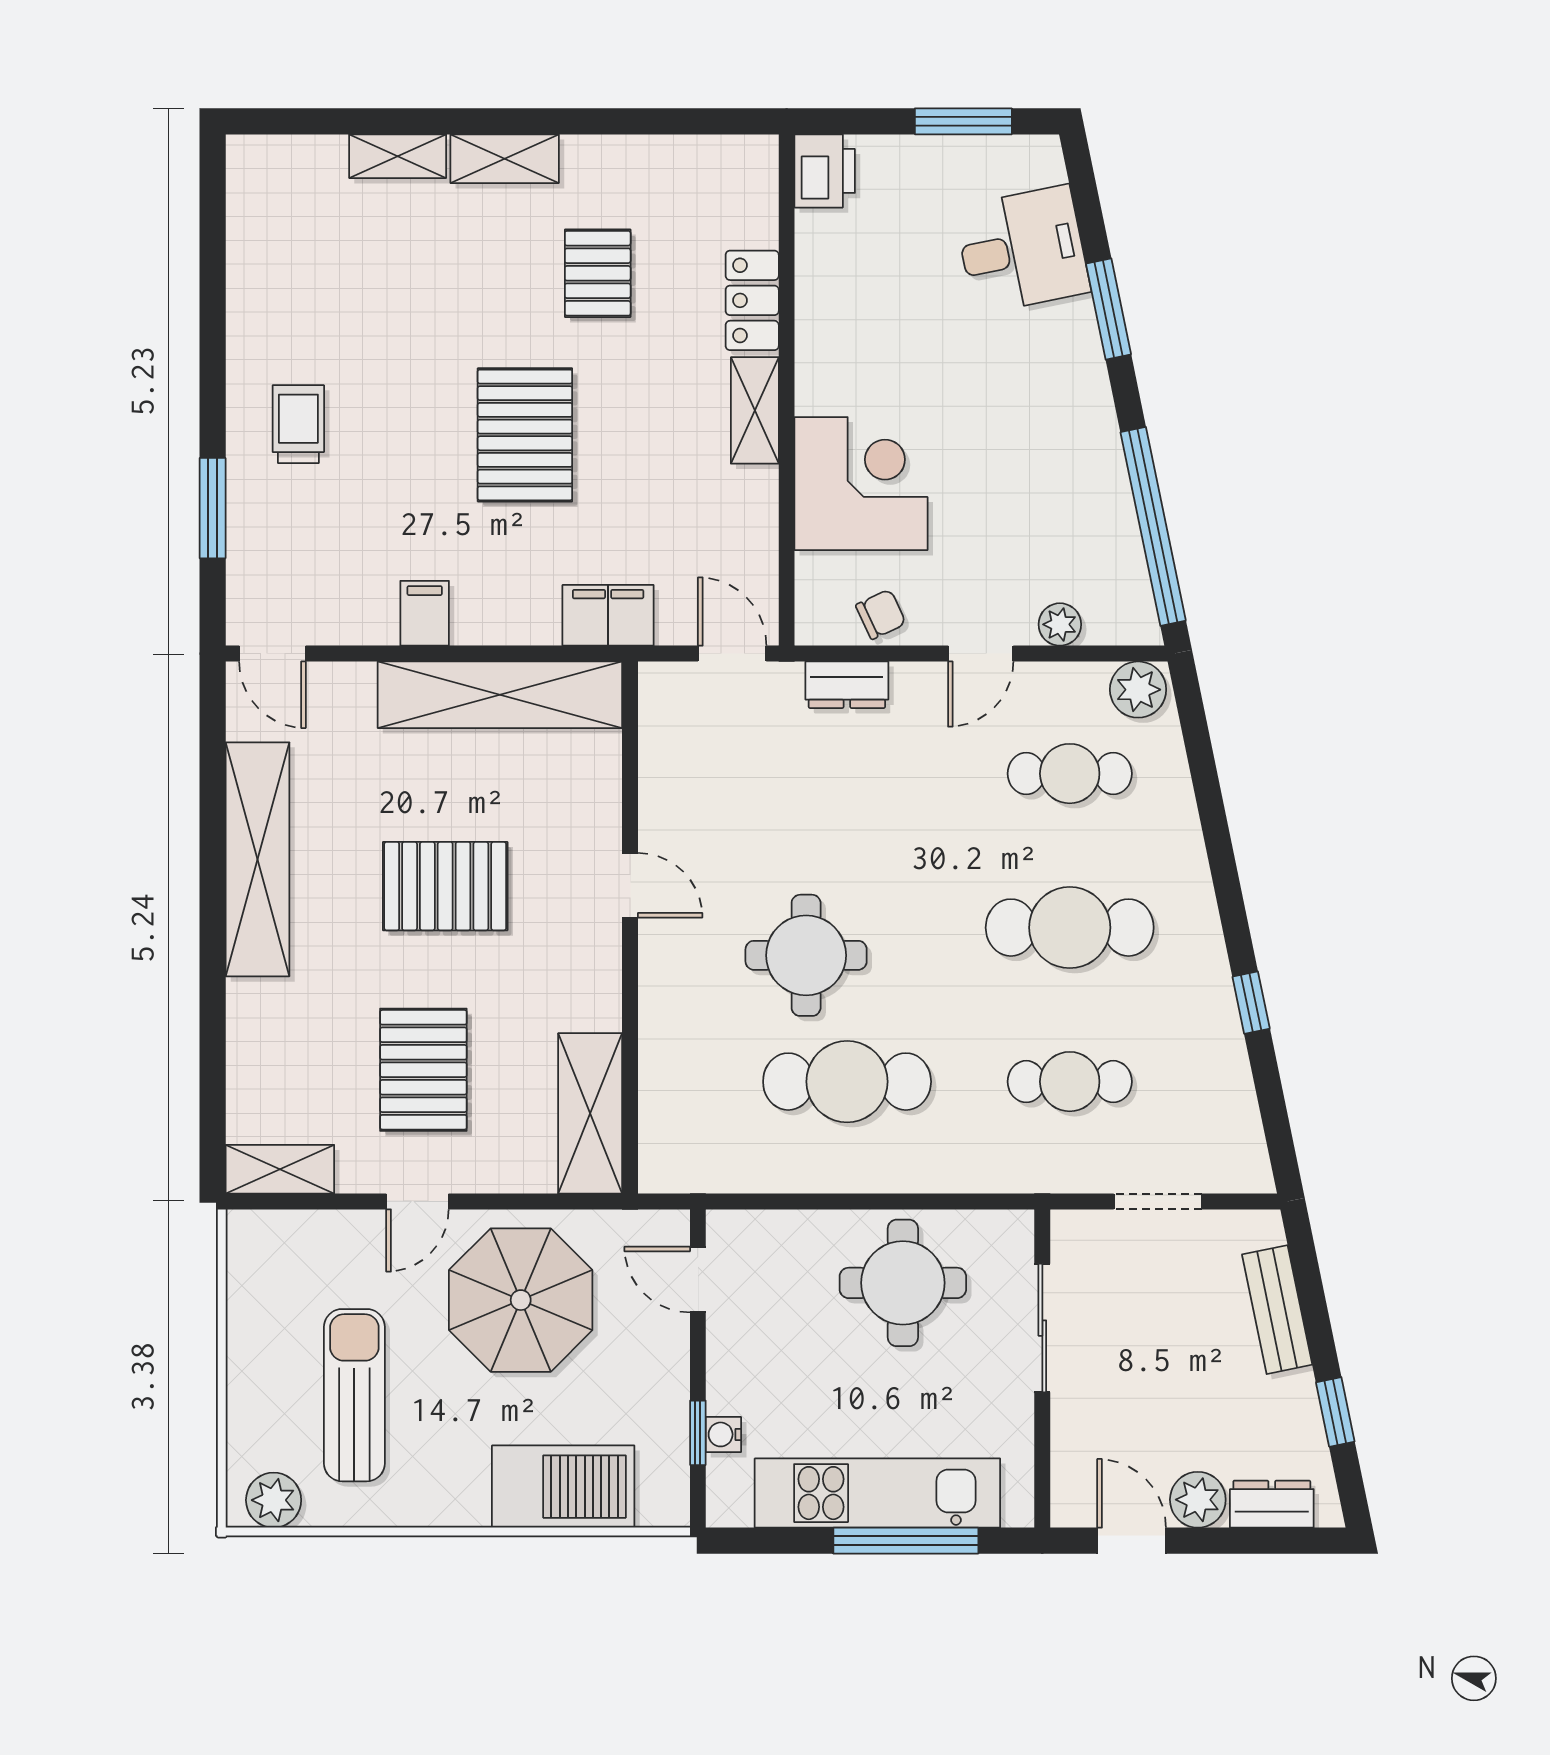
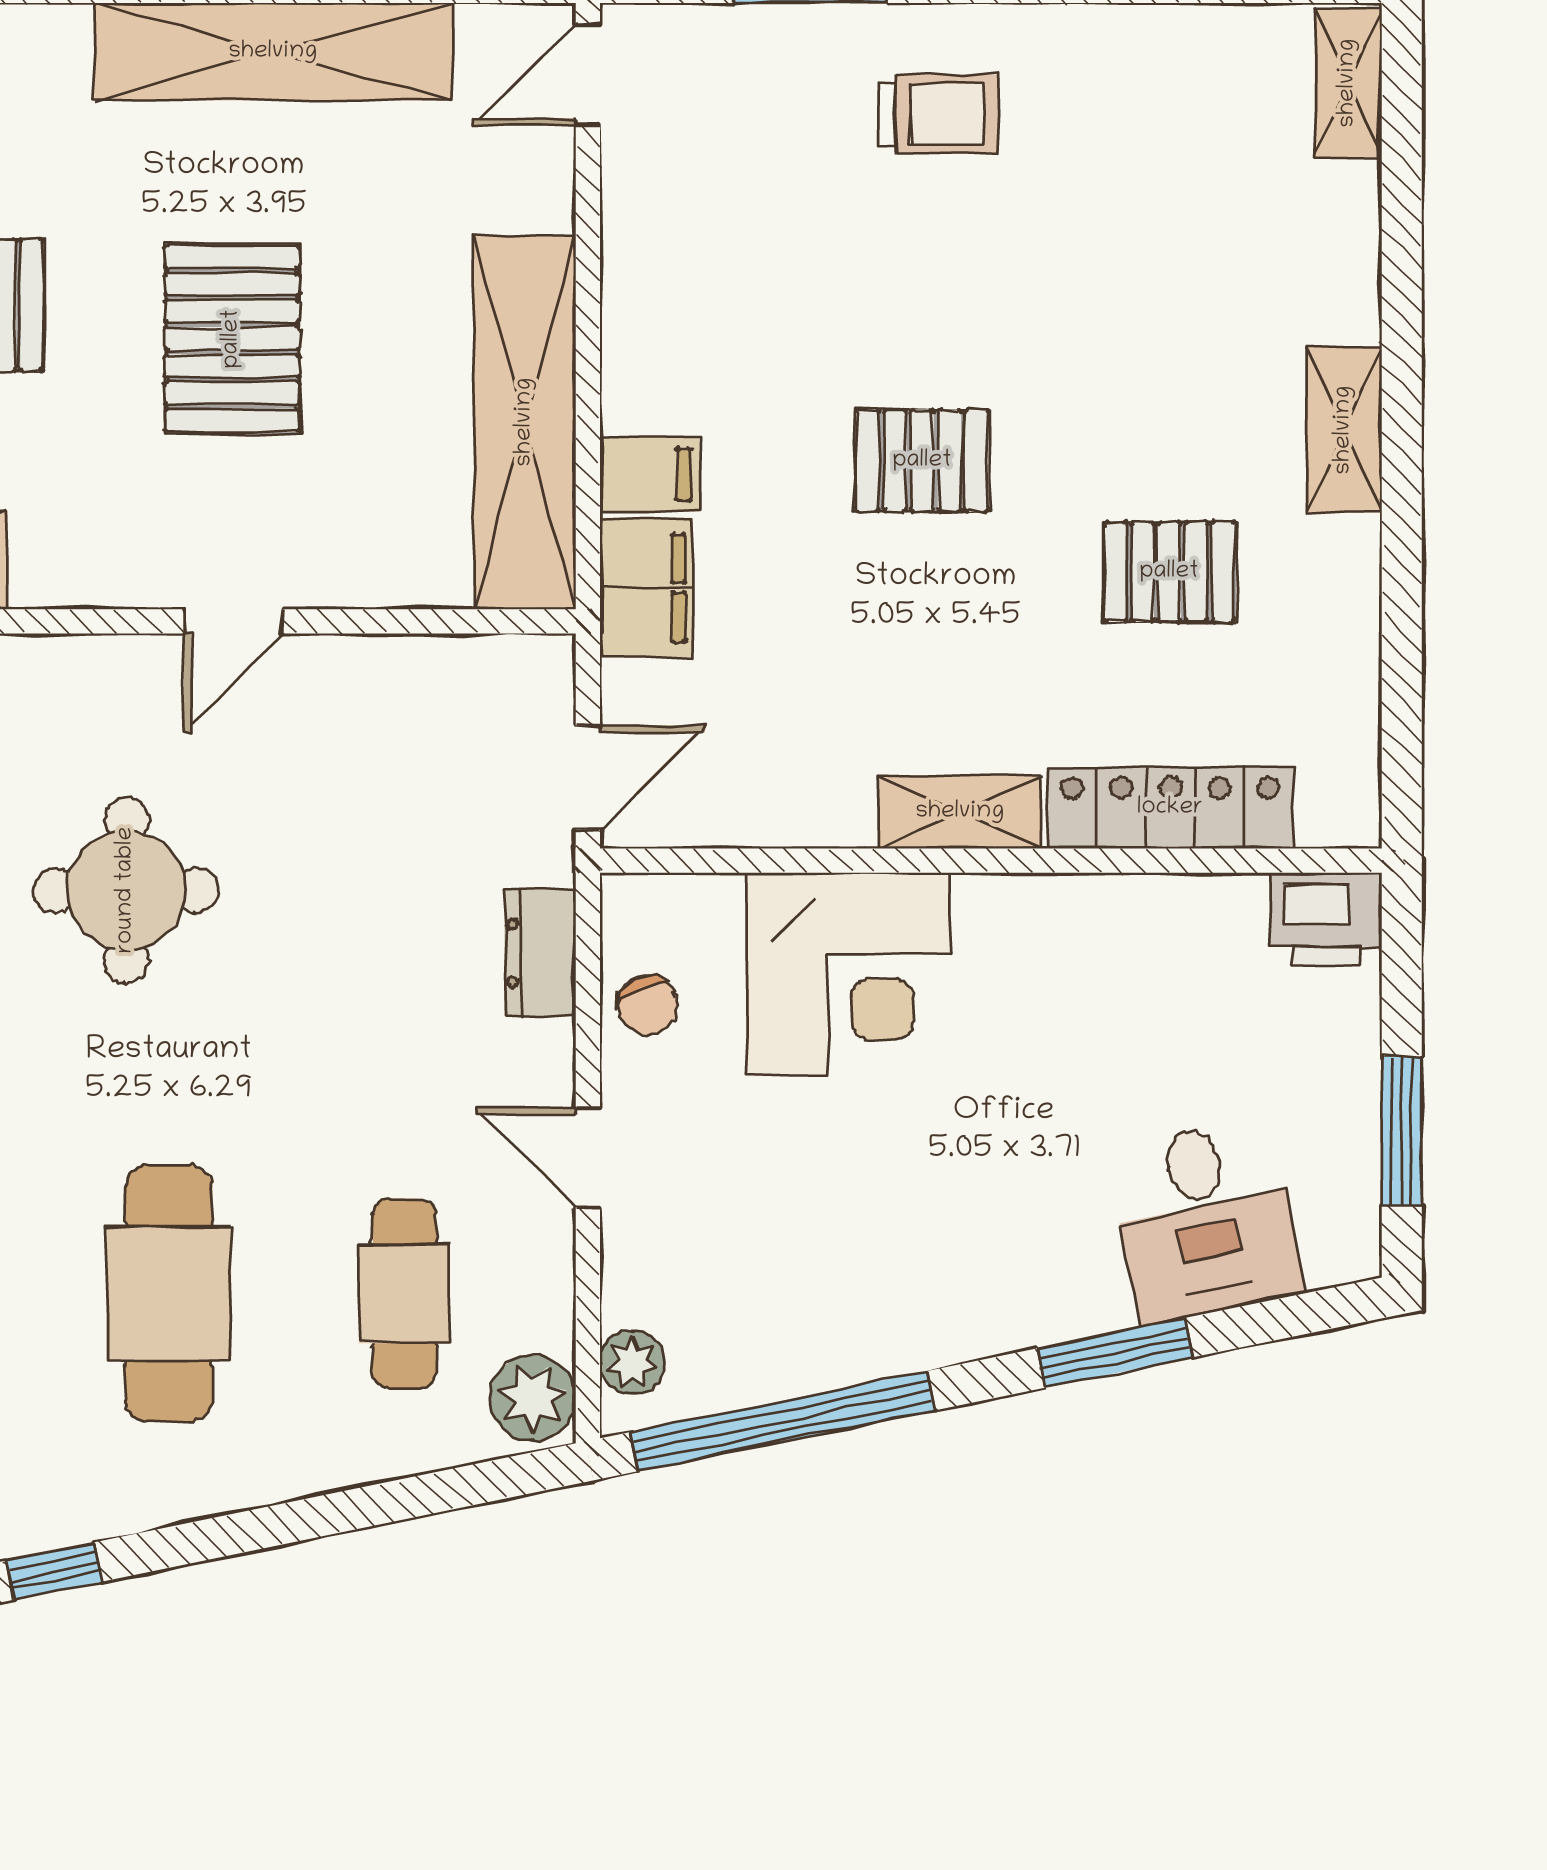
shelving: (398, 156) -> (1348, 83), moved
locker: (752, 300) -> (1170, 808), width x1.53
pallet: (525, 435) -> (922, 461), width x0.67, depth x0.71
filing cabinet: (425, 613) -> (649, 474), moved
plant: (1060, 624) -> (632, 1362), moved

